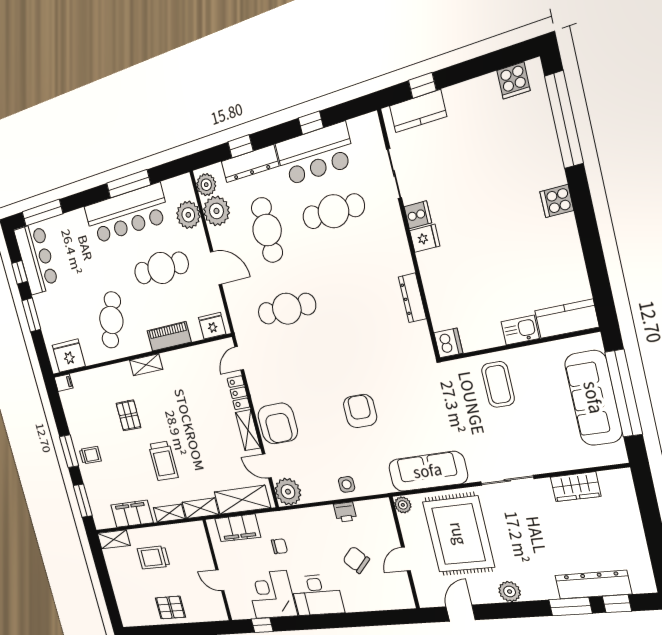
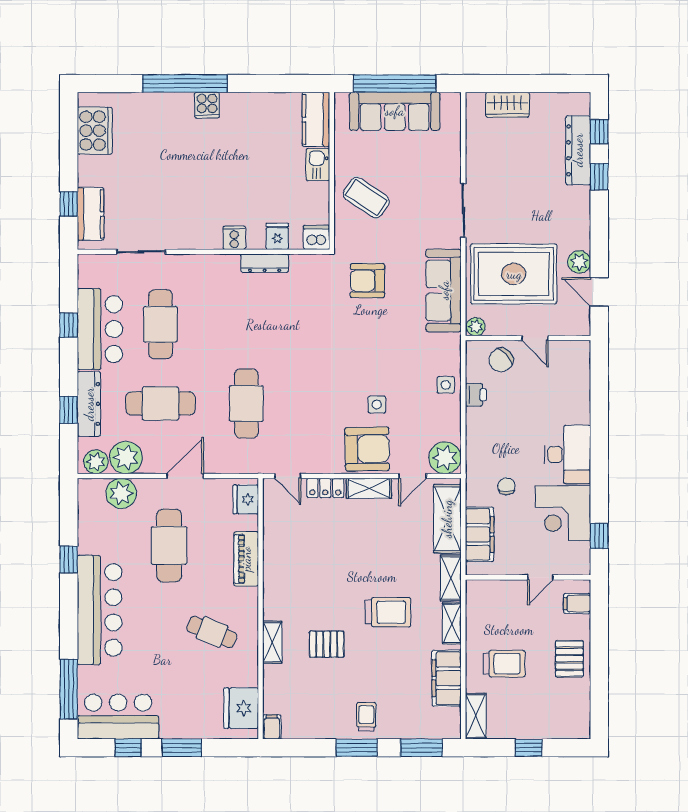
cooker: (513, 80) -> (95, 131), width x1.87, depth x1.31
window: (564, 120) -> (185, 84), moved
window: (129, 184) -> (69, 559), width x0.46
bar counter: (126, 214) -> (100, 610), moved
cooker: (418, 215) -> (234, 238), moved
fridge: (425, 238) -> (277, 236), moved
cafe table: (111, 320) -> (212, 632), width x0.73, depth x0.74
shelving: (146, 365) -> (272, 642), moved
coffee table: (498, 384) -> (366, 198), turned 34
armchair: (360, 411) -> (367, 281), moved
side table: (315, 426) -> (377, 405), added
wardrobe: (576, 487) -> (507, 105), moved, turned 90
trolley: (153, 557) -> (504, 664), turned -90
chair: (356, 560) -> (501, 360), moved
window: (105, 581) -> (529, 748), added
plant: (510, 592) -> (579, 262), moved
window: (571, 606) -> (599, 177), width x0.67
filing cabinet: (209, 611) -> (577, 604), added

